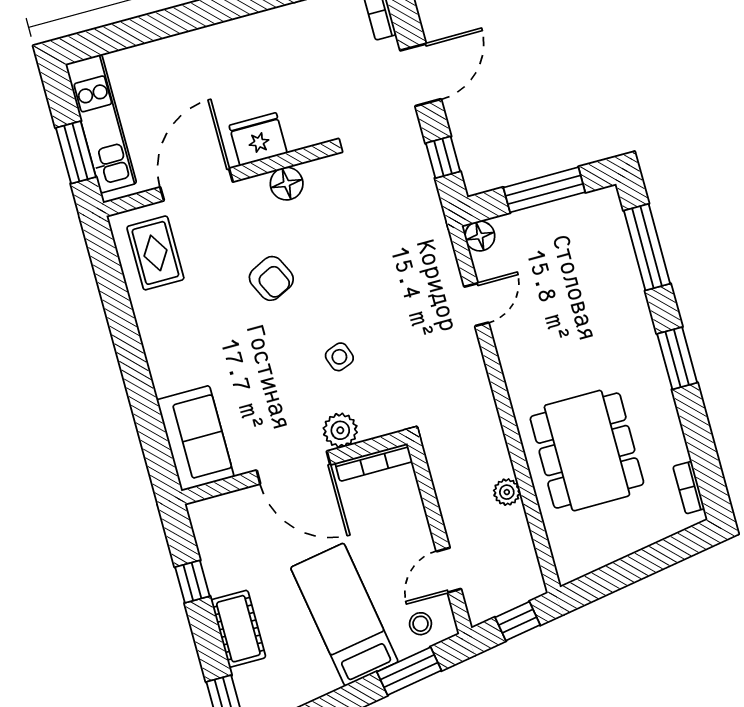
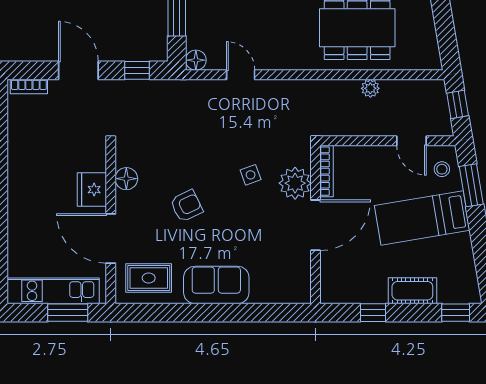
plant: (340, 430) -> (295, 183), width x1.36, depth x1.36
sofa: (195, 438) -> (216, 285), moved

